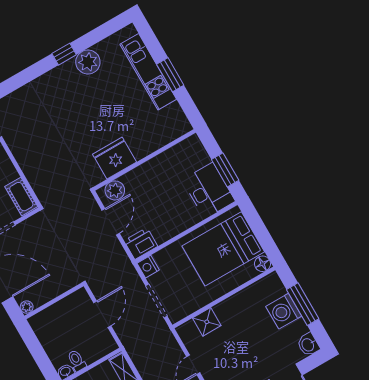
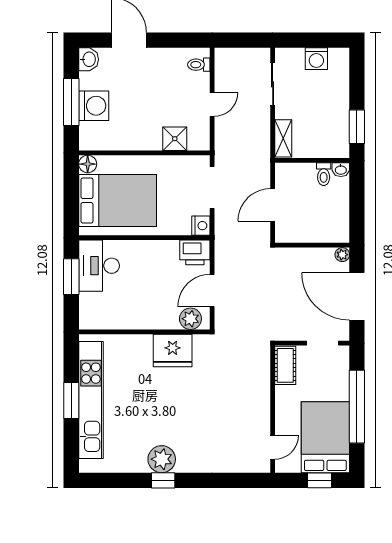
plant: (88, 62) -> (162, 459), moved
kitchen unit: (148, 72) -> (91, 400), width x1.36

